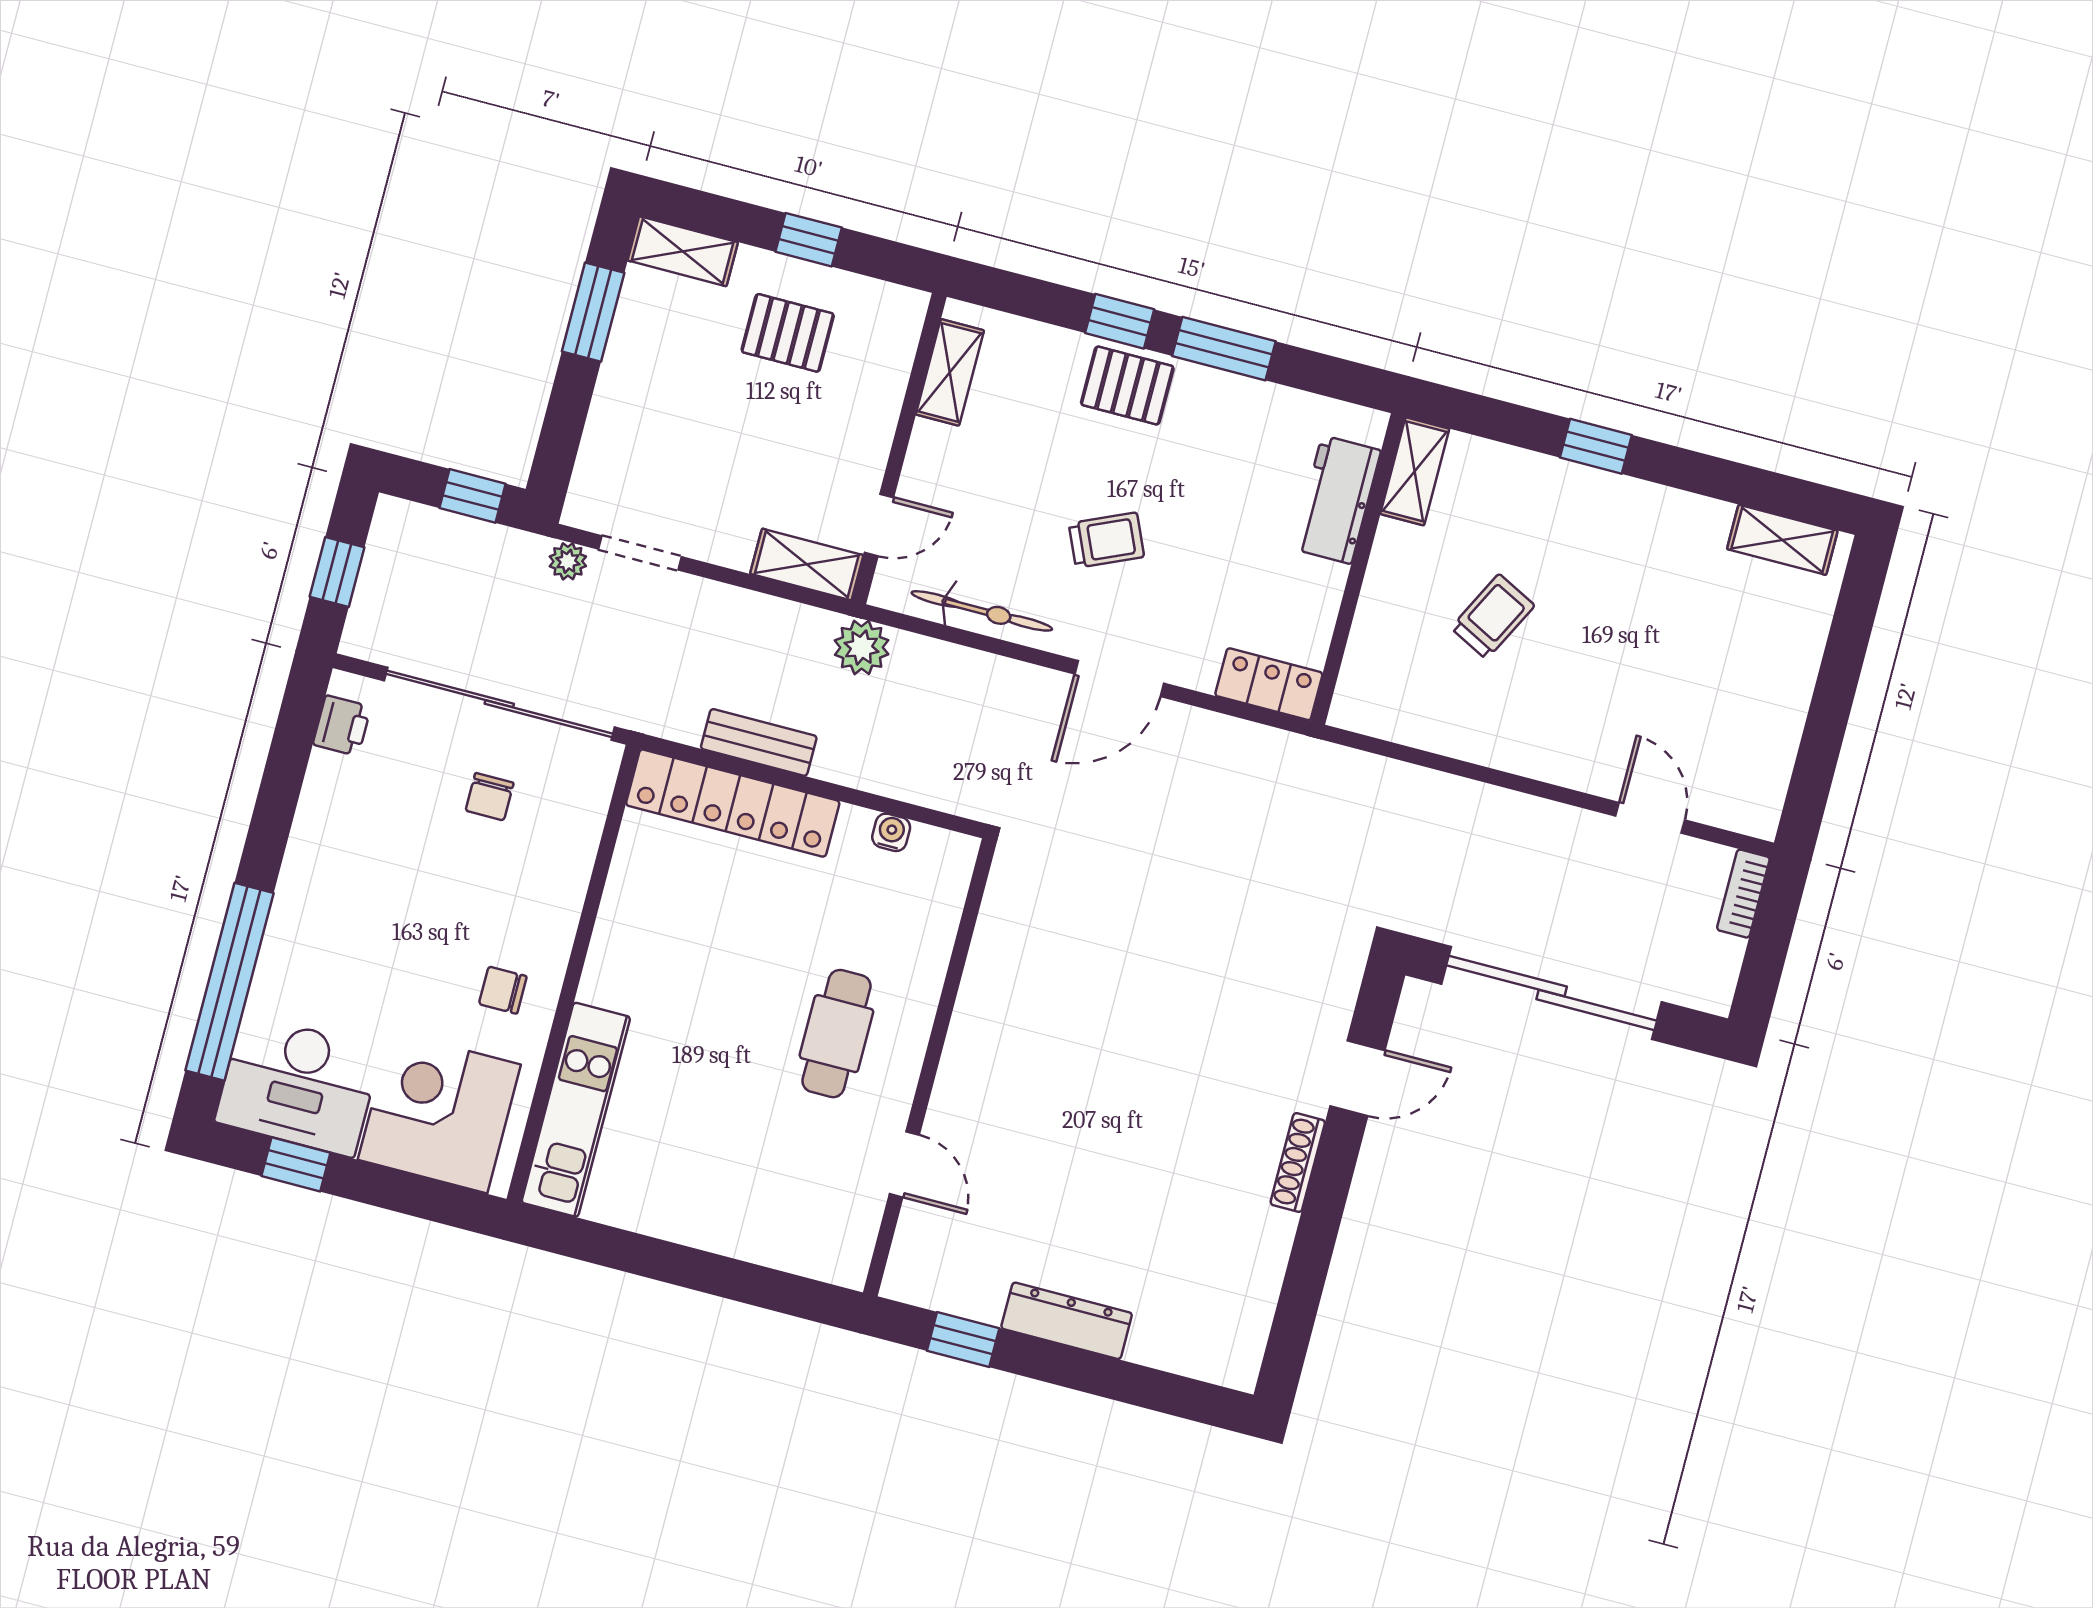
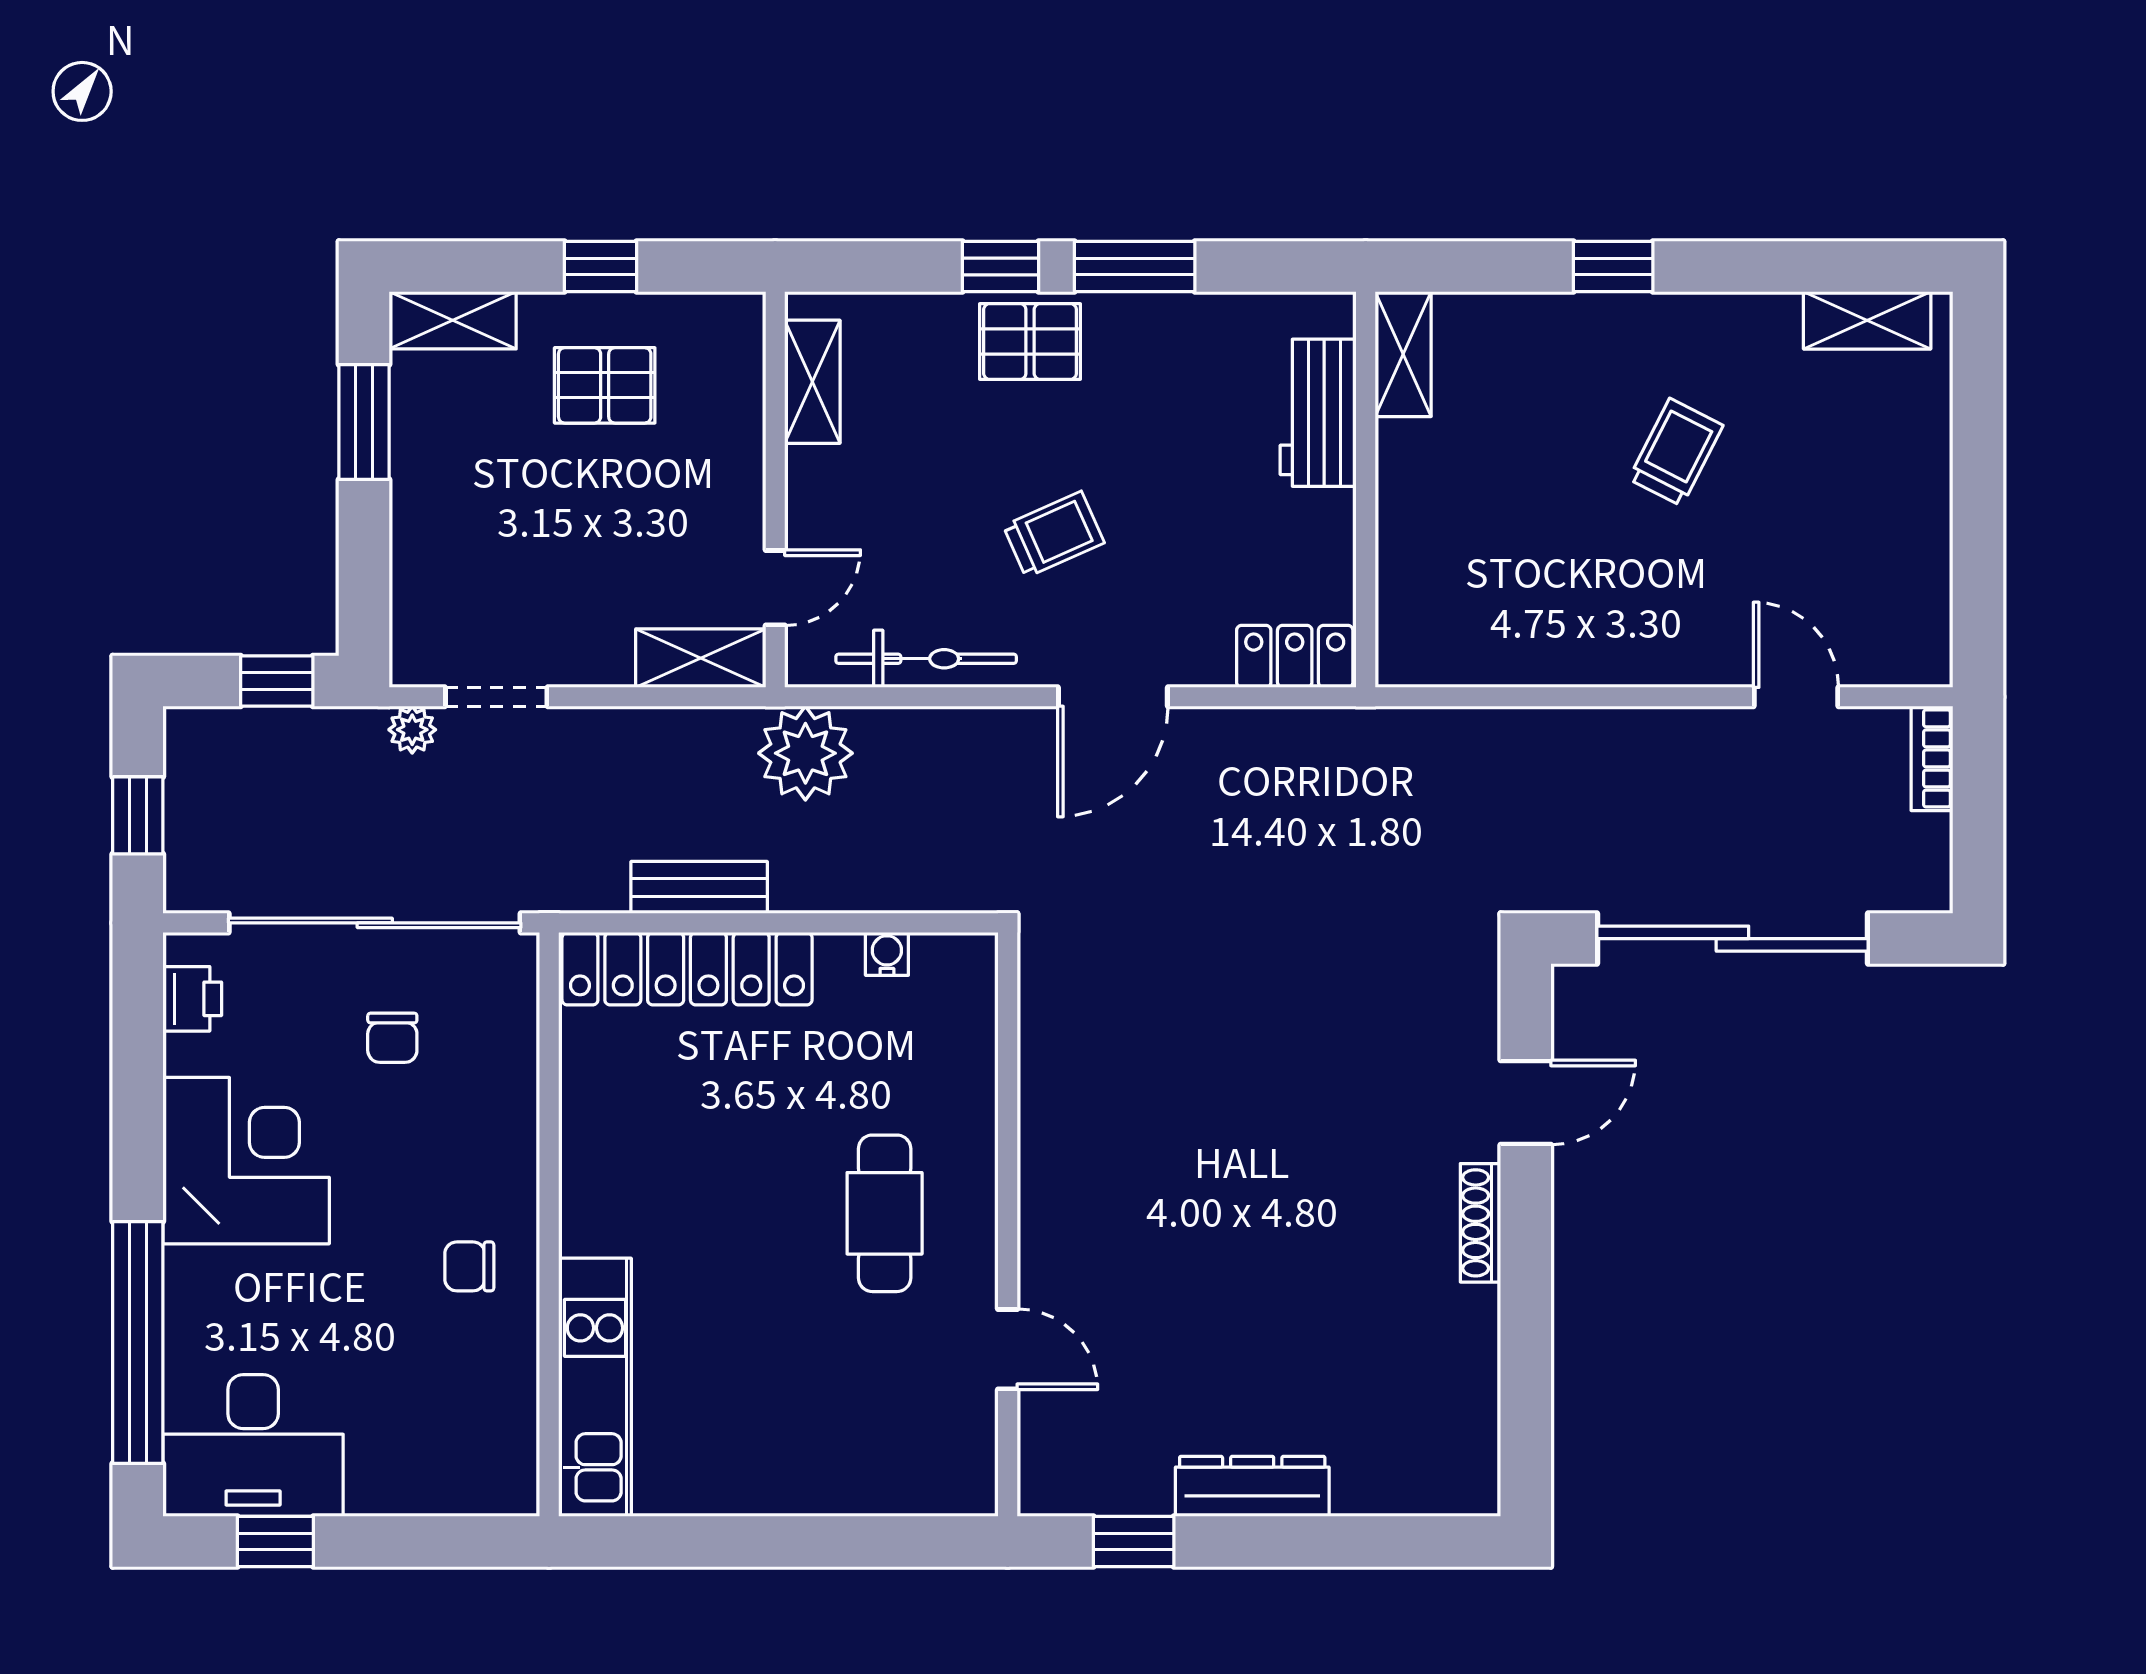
trolley: (1493, 617) -> (1676, 452), moved
plant: (862, 647) -> (805, 753), width x1.36, depth x1.36
corner desk: (439, 1112) -> (246, 1161), moved, turned 90

